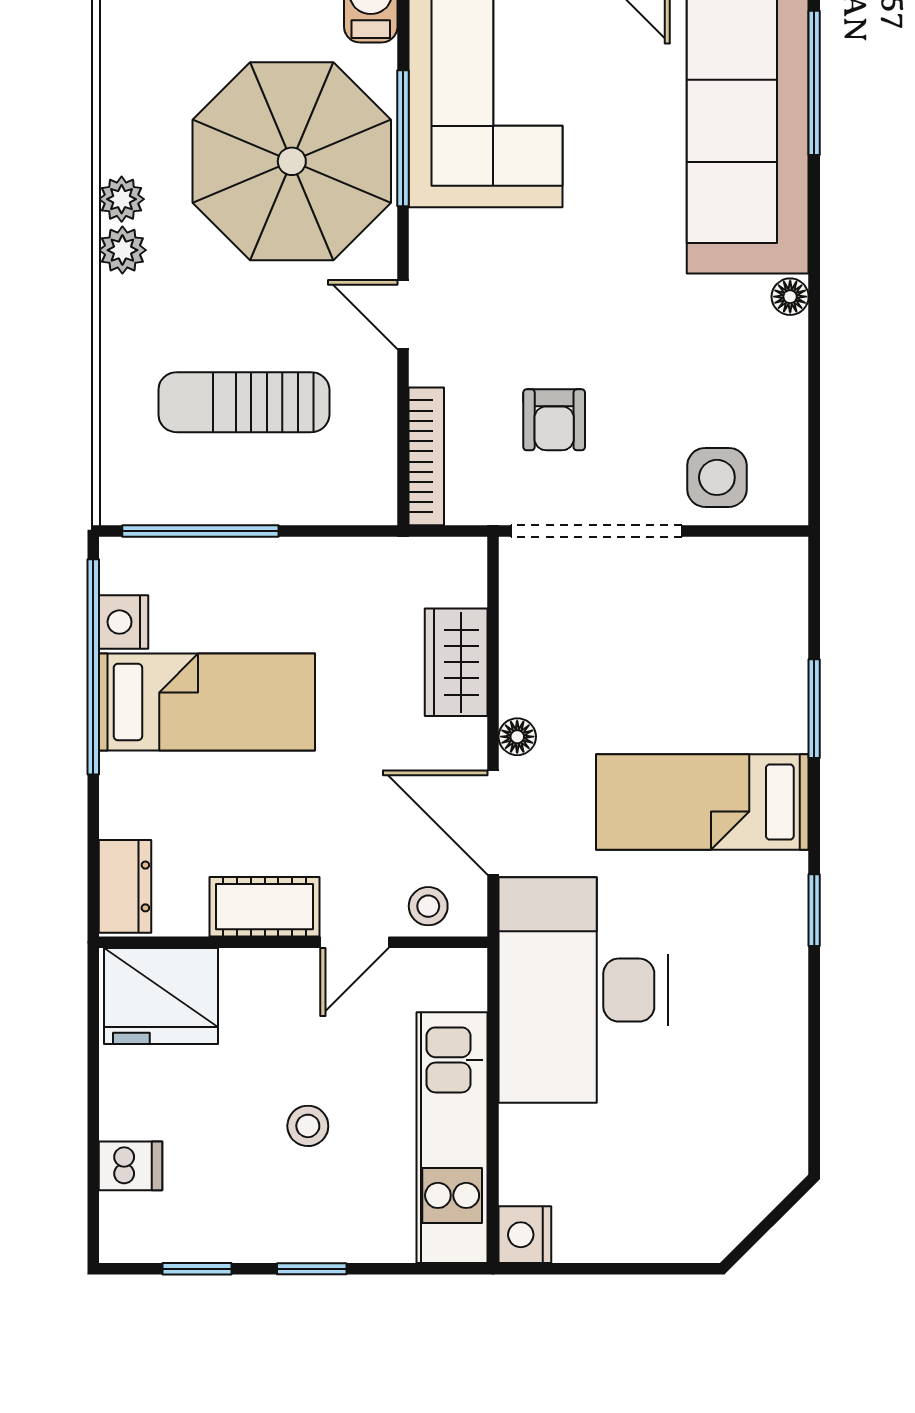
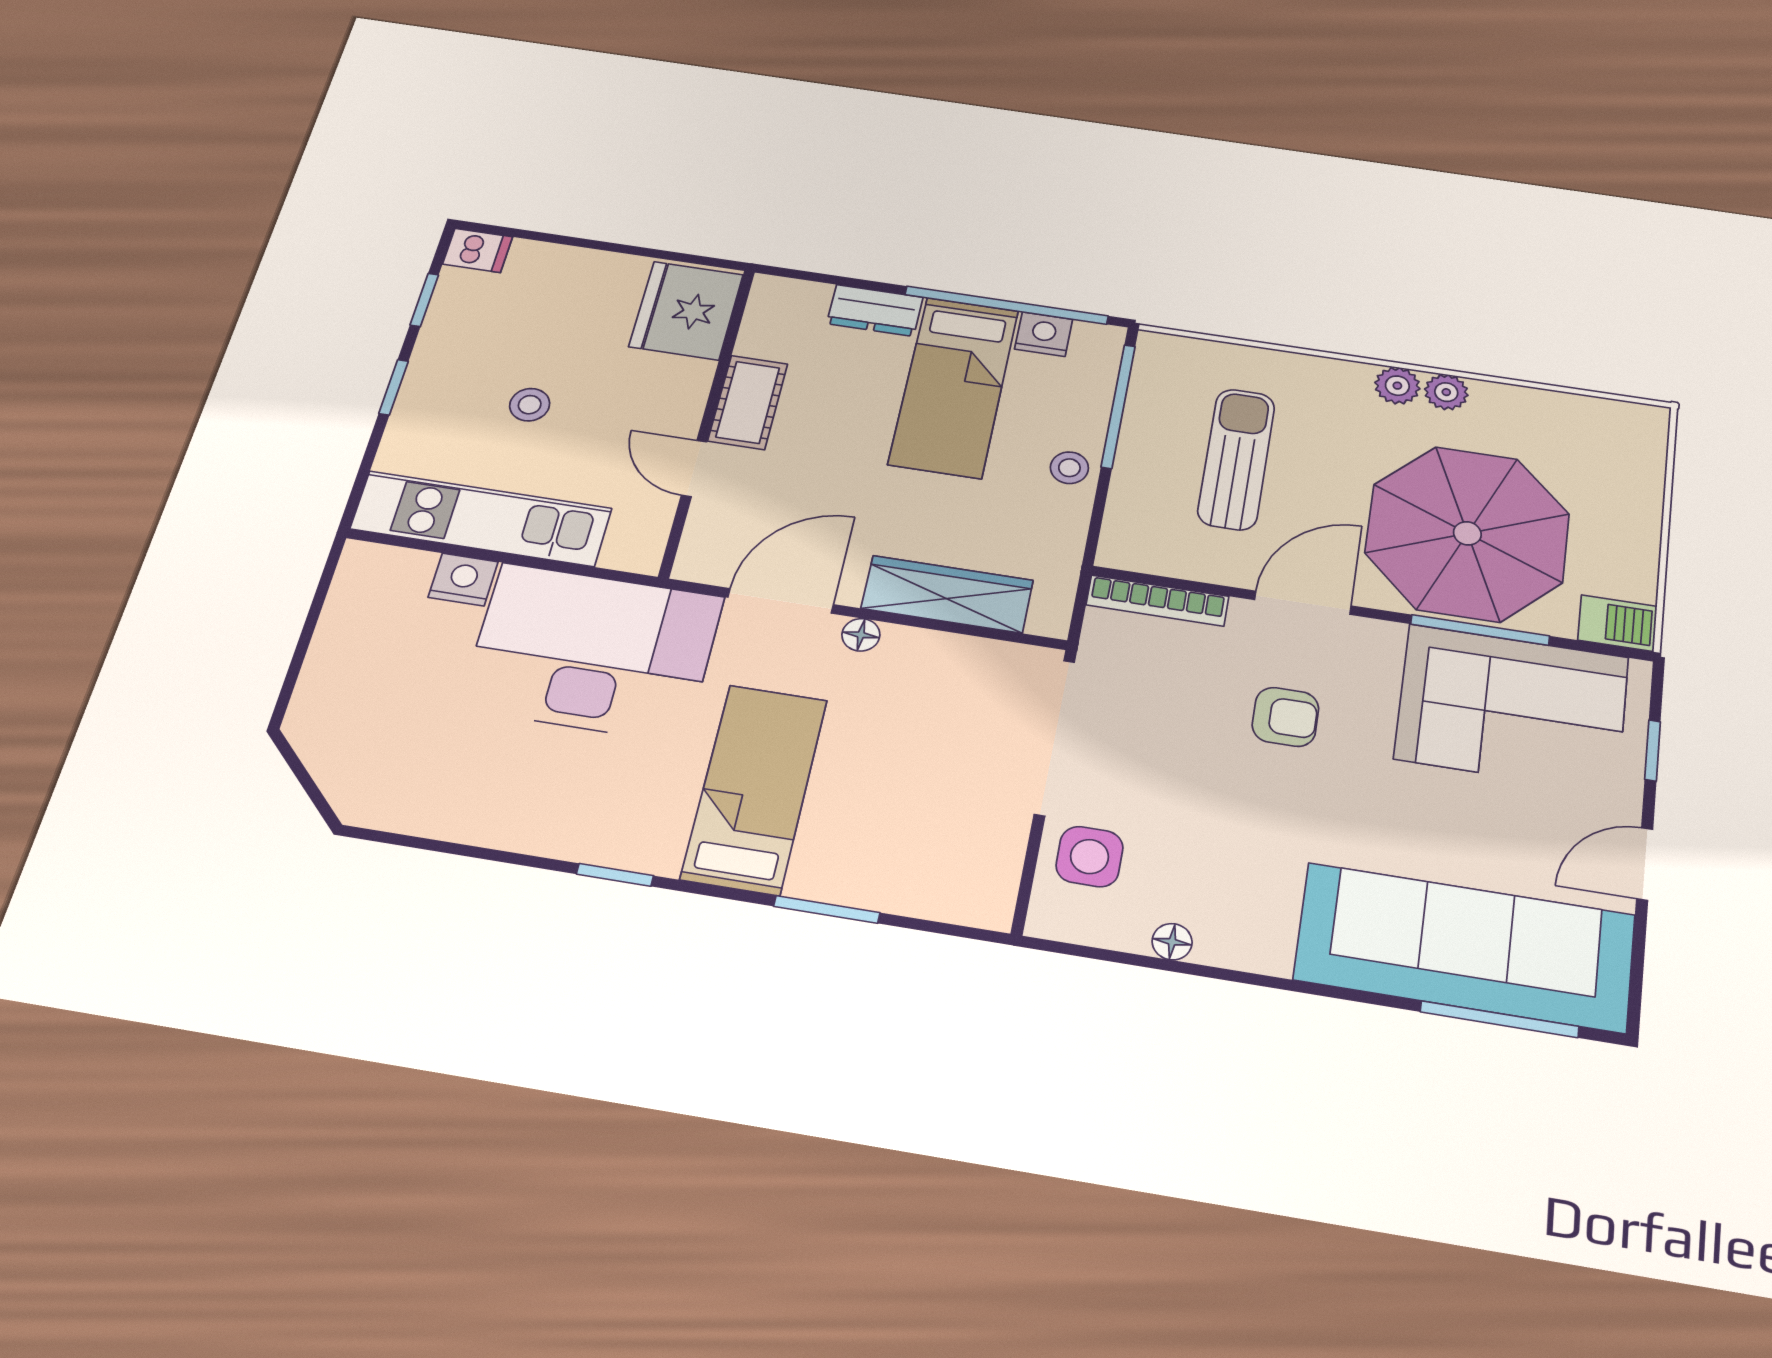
floor lamp: (790, 297) -> (1172, 942), moved
door: (403, 314) -> (1303, 603), width x1.38
armchair: (554, 420) -> (1285, 717), moved, turned 180
wardrobe: (456, 662) -> (947, 594), width x1.50
dresser: (125, 886) -> (875, 310), moved
stool: (428, 906) -> (1069, 468), moved
dishwasher: (130, 1166) -> (478, 250), moved, turned -90
nightstand: (525, 1235) -> (463, 580), moved

